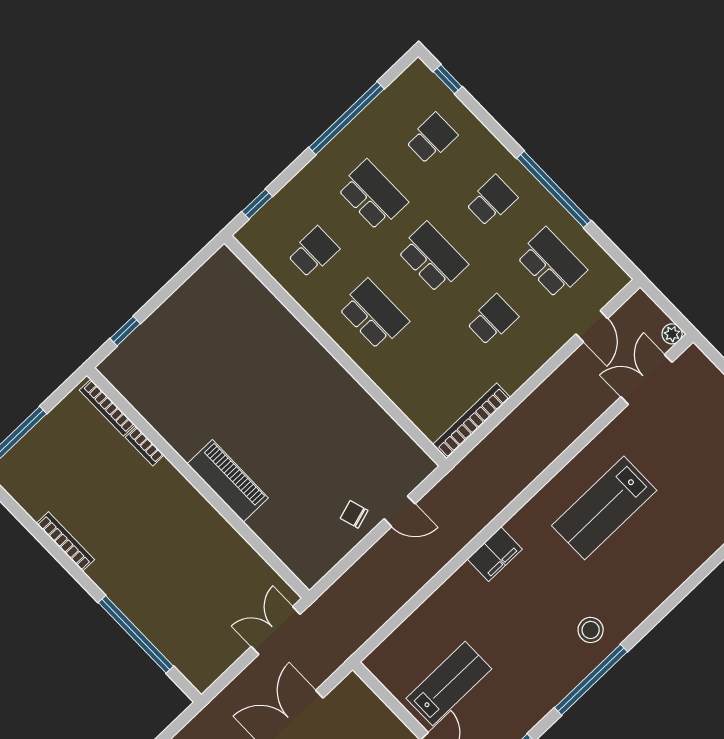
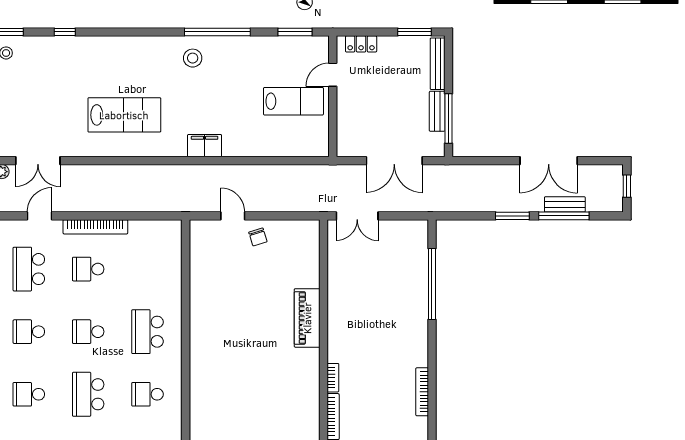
school desk: (432, 257) -> (88, 332), width x0.54
bookcase: (472, 421) -> (95, 227), moved
bookcase: (65, 542) -> (422, 392), moved
lab bench: (449, 684) -> (293, 101), turned 180

